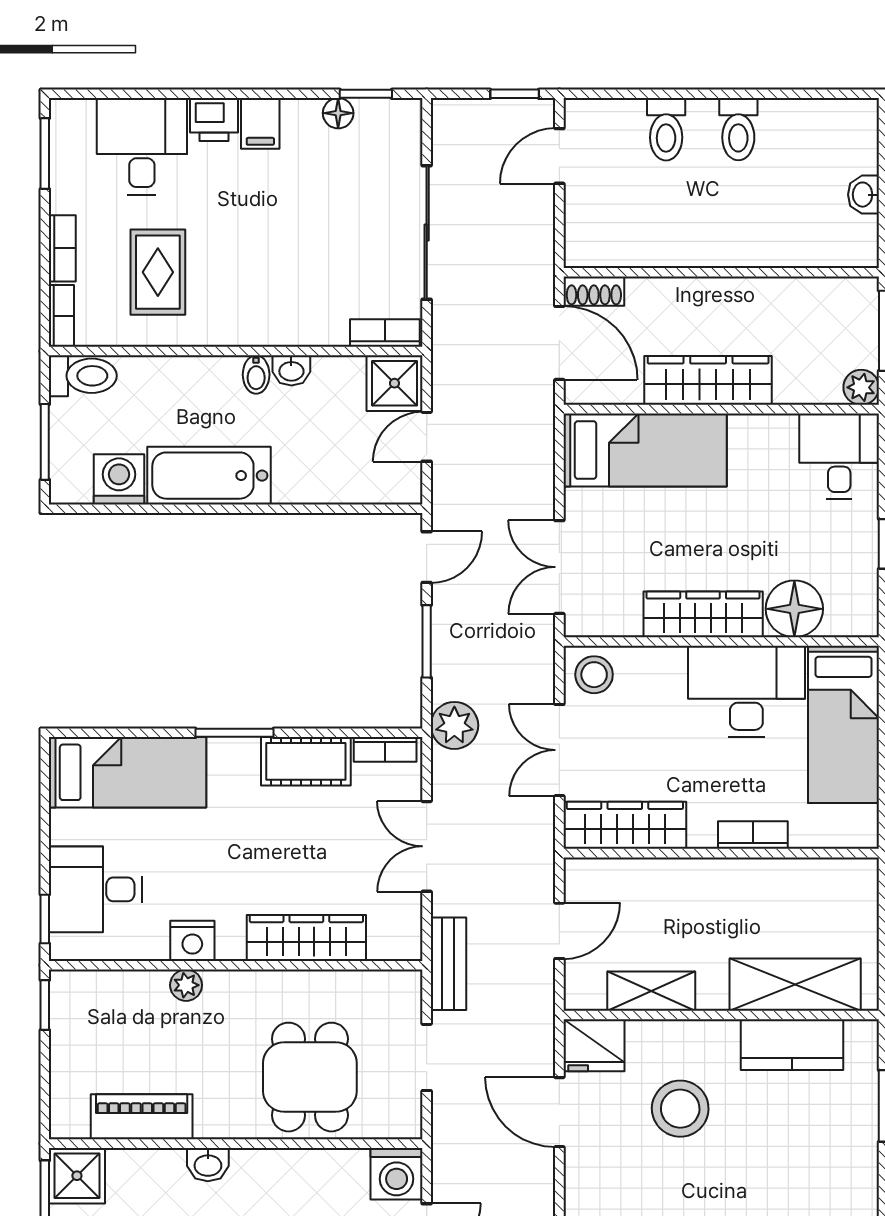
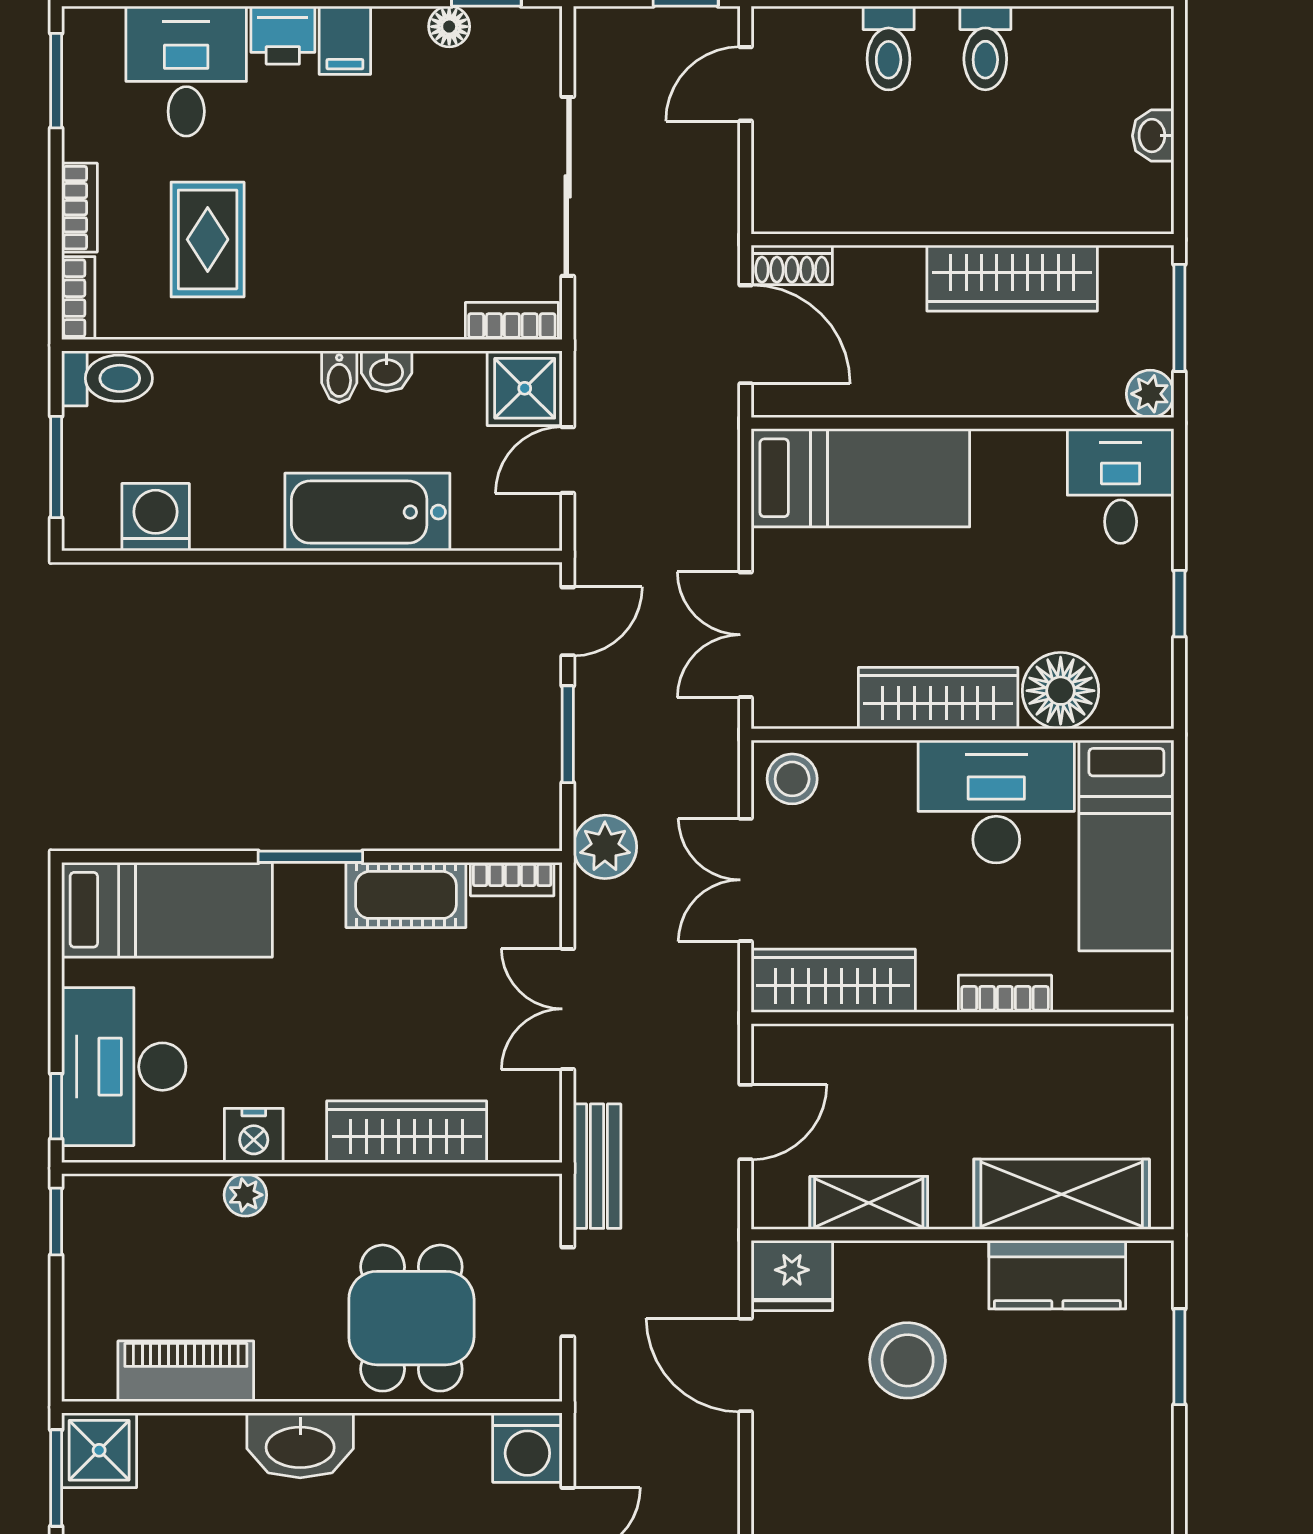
wardrobe: (708, 380) -> (1012, 278), moved, turned 180
bathtub: (209, 476) -> (367, 512), moved
desk: (95, 889) -> (124, 1067), width x1.37
washbasin: (208, 1165) -> (300, 1445), width x1.91, depth x1.45

